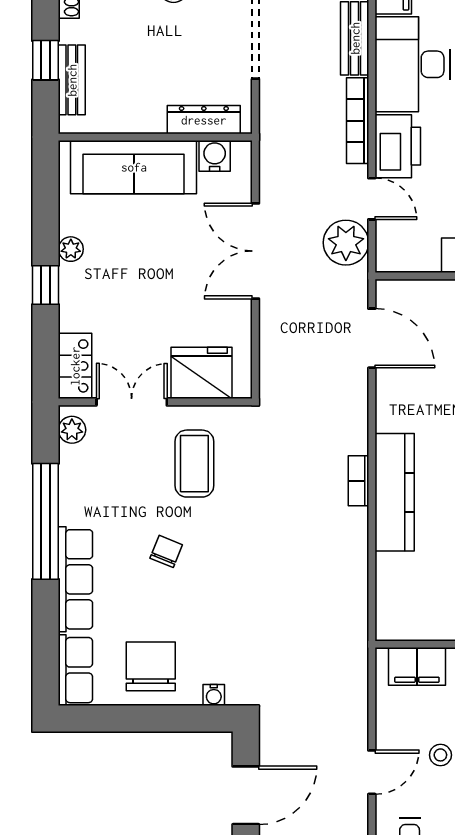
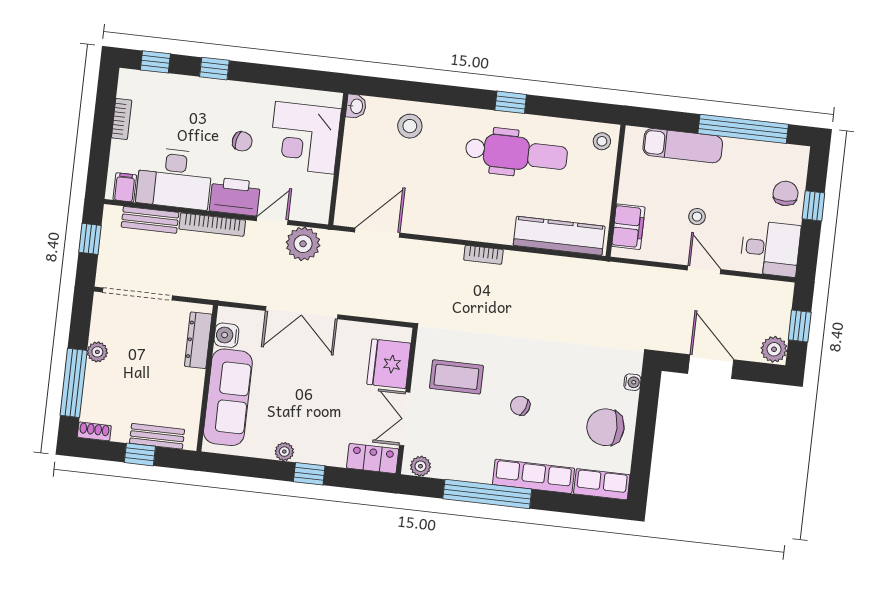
kitchen counter: (395, 492) -> (559, 236), moved

